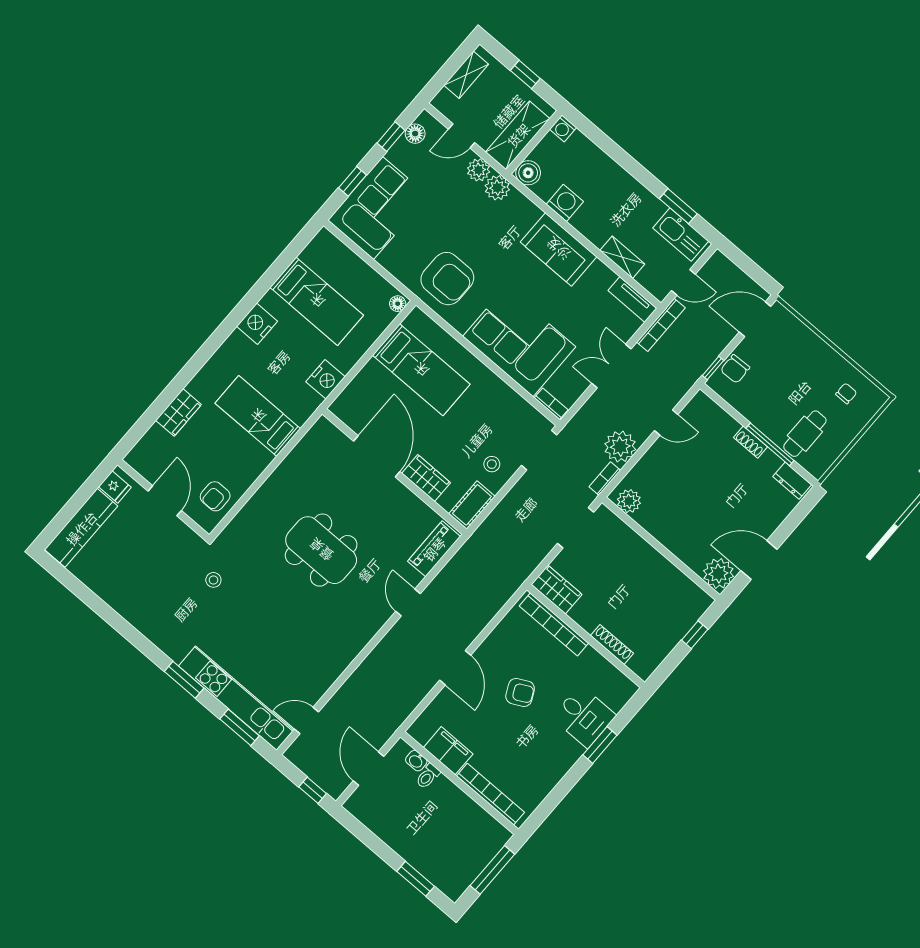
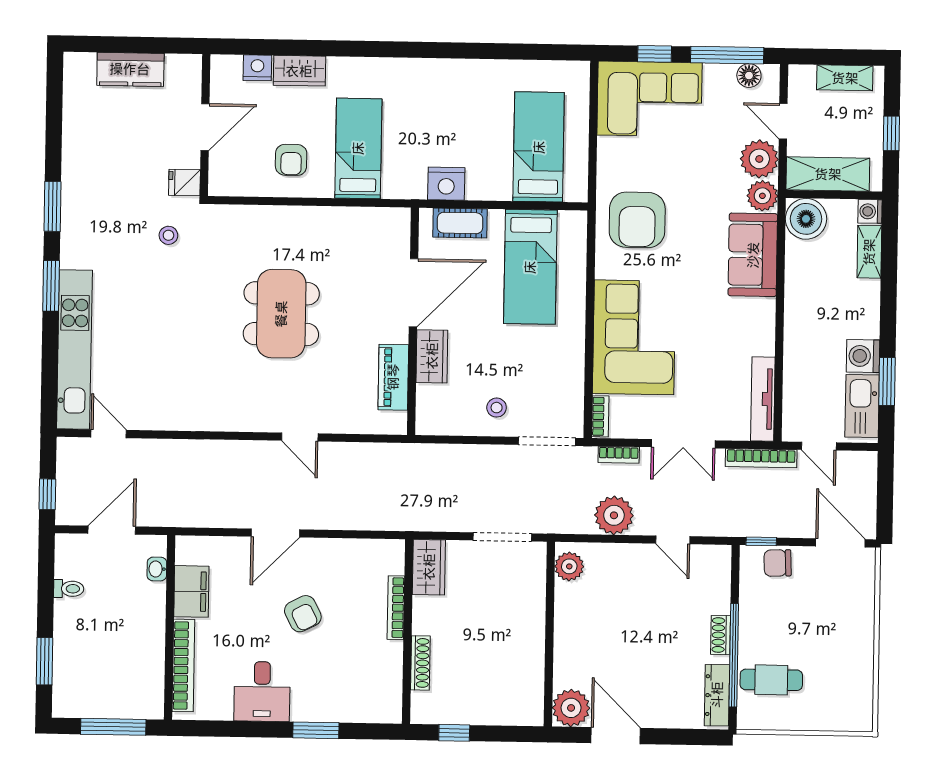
window: (391, 137) -> (727, 55), width x2.17
plant: (479, 170) -> (759, 159), width x1.36, depth x1.36
boiler: (528, 173) -> (806, 219), width x1.37, depth x1.37
washing machine: (565, 203) -> (863, 356), moved, turned 180
sofa: (558, 249) -> (753, 255), moved
shelving: (622, 257) -> (869, 252), moved
tv unit: (632, 299) -> (763, 399), width x1.41
bed: (317, 301) -> (539, 147), moved, turned 180
floor lamp: (398, 304) -> (574, 193), removed
nightstand: (257, 324) -> (257, 68), moved, width x0.74, depth x0.75
double door: (611, 366) -> (683, 444), swing flipped
chair: (846, 393) -> (842, 687), removed
window: (770, 444) -> (734, 655), width x1.46
bookcase: (605, 479) -> (619, 455), moved, turned 180
dresser: (792, 481) -> (717, 695), width x1.44
fridge: (115, 487) -> (184, 182), moved, turned 90
armchair: (215, 496) -> (291, 160), moved, turned -90
cot: (472, 505) -> (460, 223), moved
kitchen counter: (81, 528) -> (130, 69), width x0.67
piano: (434, 549) -> (393, 377), moved, turned -90
door: (408, 603) -> (300, 437), swing flipped
bookcase: (554, 625) -> (396, 608), width x0.68, depth x0.76
window: (695, 635) -> (454, 733), moved
desk: (584, 716) -> (262, 692), moved
window: (240, 727) -> (52, 206), moved
toilet: (428, 776) -> (69, 589), moved, turned 180

